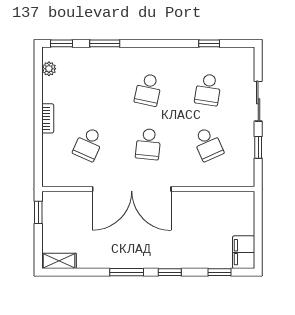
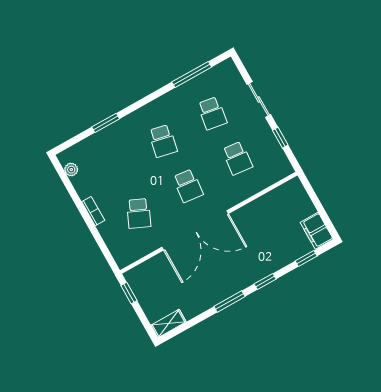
window: (61, 43) -> (70, 143), removed
window: (209, 43) -> (192, 75), width x2.17
school desk: (208, 144) -> (237, 158), turned 30

